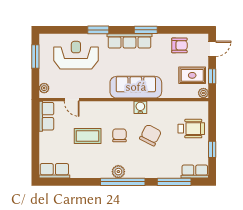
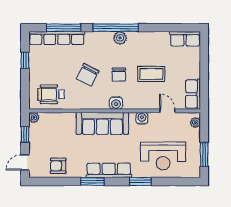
rug: (192, 75) -> (45, 135), removed
water cooler: (97, 92) -> (142, 118), added
water cooler: (140, 107) -> (116, 103), moved
wheelchair: (191, 129) -> (51, 94), moved
row of seats: (195, 171) -> (57, 38), width x2.02

